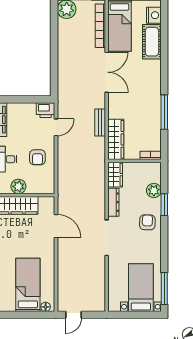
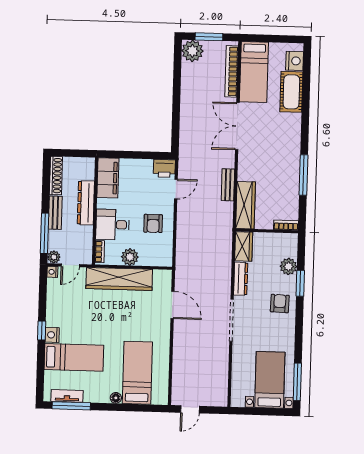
double door: (107, 72) -> (237, 126), swing flipped
floor lamp: (46, 307) -> (116, 398), moved

